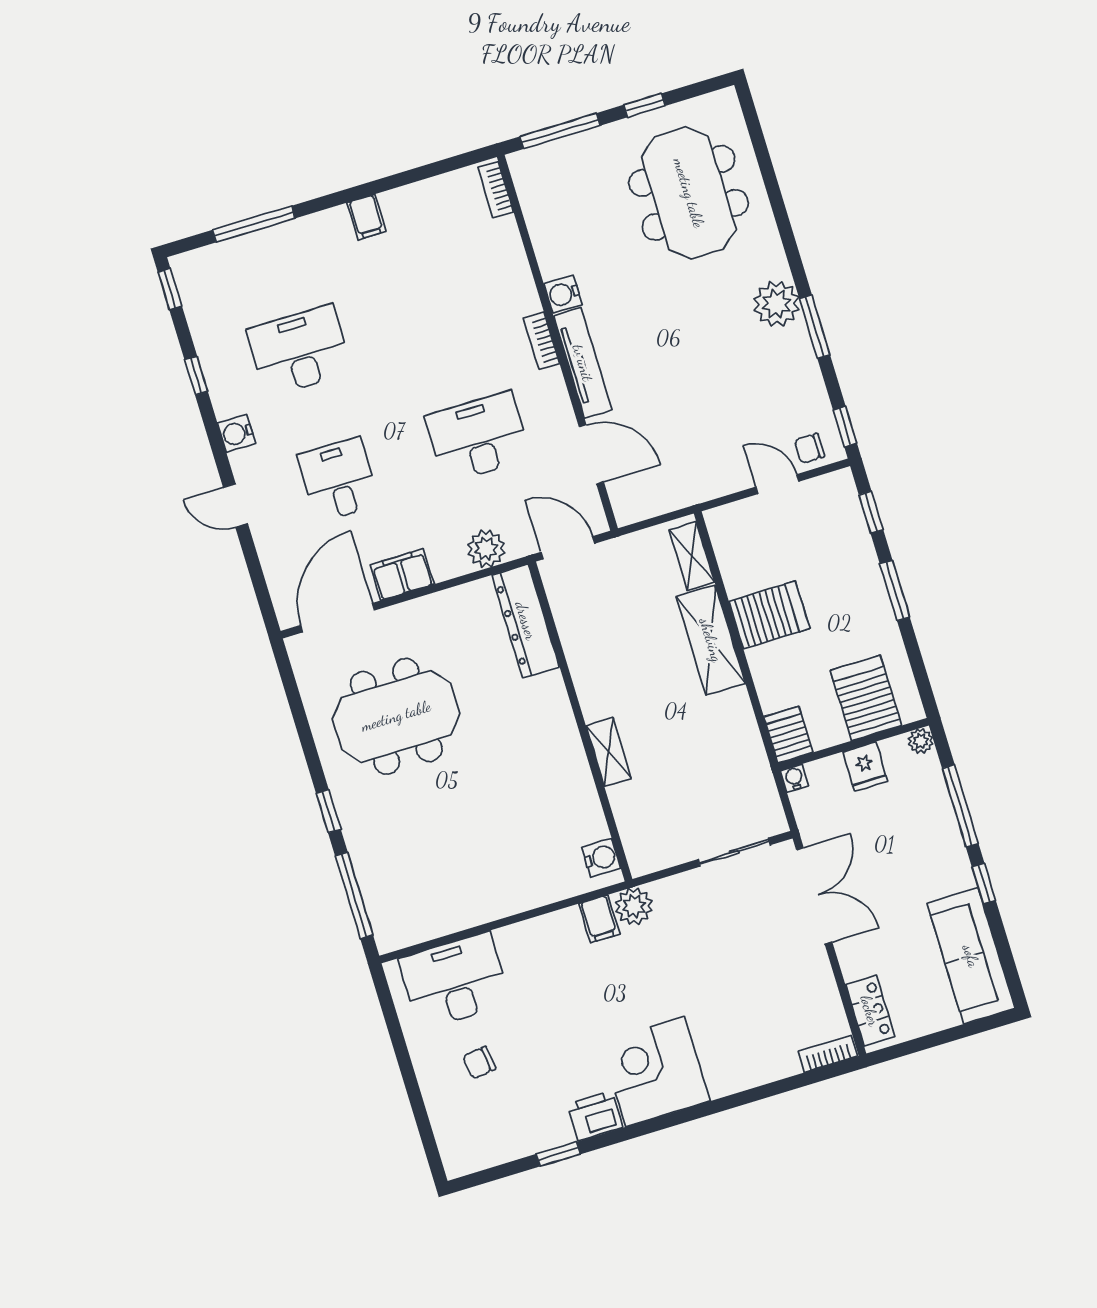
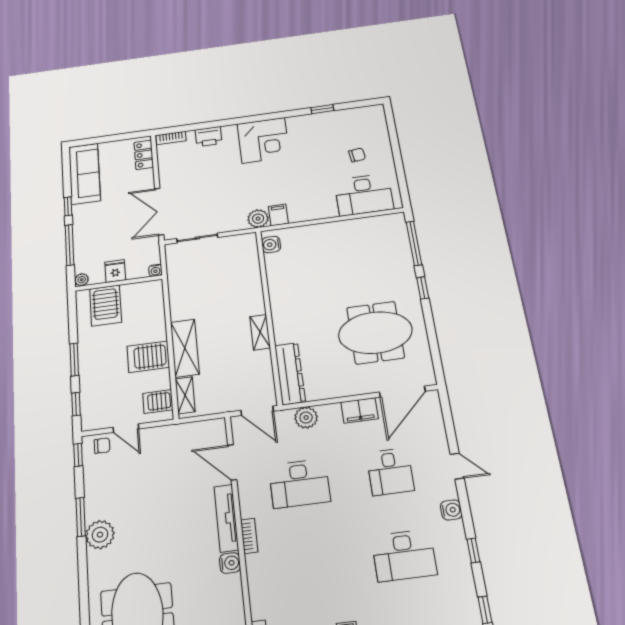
server rack: (788, 735) -> (158, 401), moved, turned 90
shelving: (609, 752) -> (260, 332), moved
printer: (595, 1116) -> (209, 137), moved

